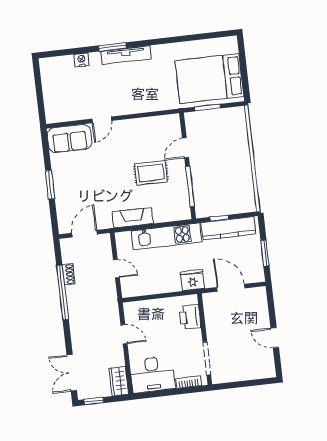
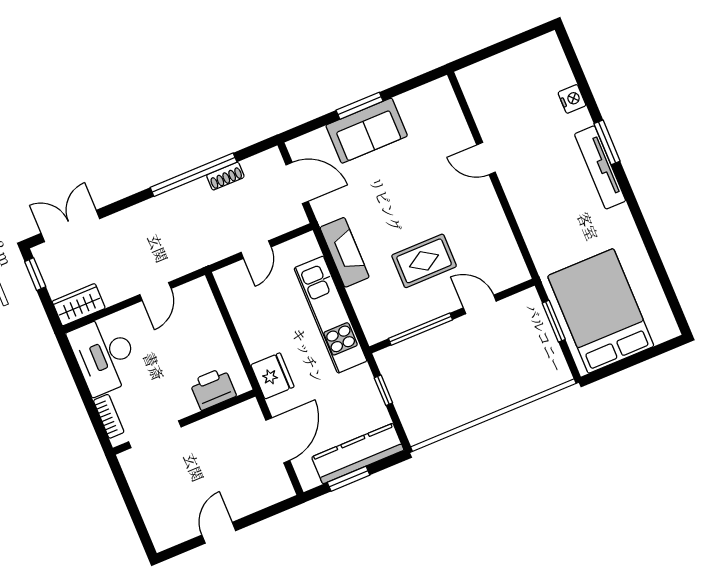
sofa: (70, 139) -> (367, 131), moved, turned -90
rug: (151, 173) -> (424, 261), turned 90
kitchen counter: (229, 228) -> (358, 454), moved, turned 90

